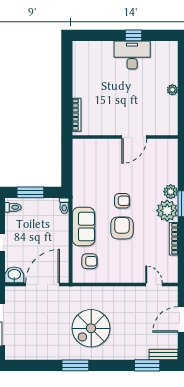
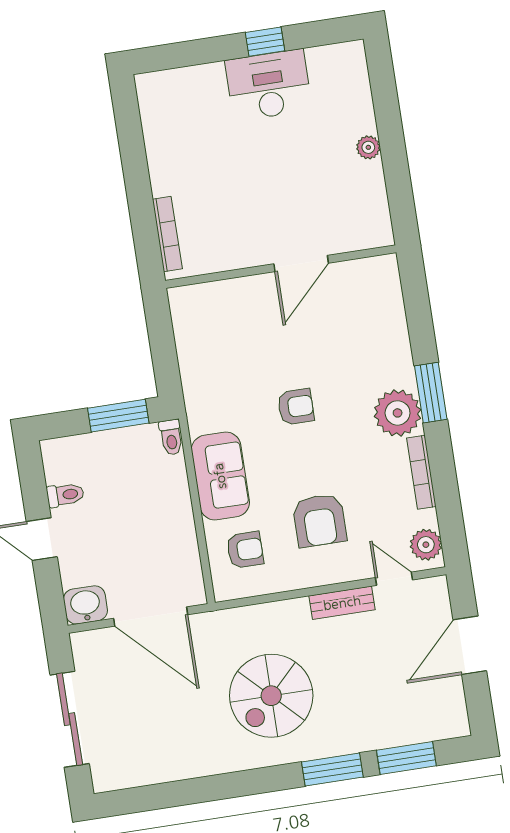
window: (30, 192) -> (118, 416), moved
plant: (171, 192) -> (426, 545), moved
toilet: (13, 207) -> (65, 495), moved
armchair: (122, 228) -> (319, 520), moved, turned 180
door: (43, 284) -> (151, 616), swing flipped
bench: (163, 354) -> (342, 603), moved
window: (75, 365) -> (332, 770), moved

